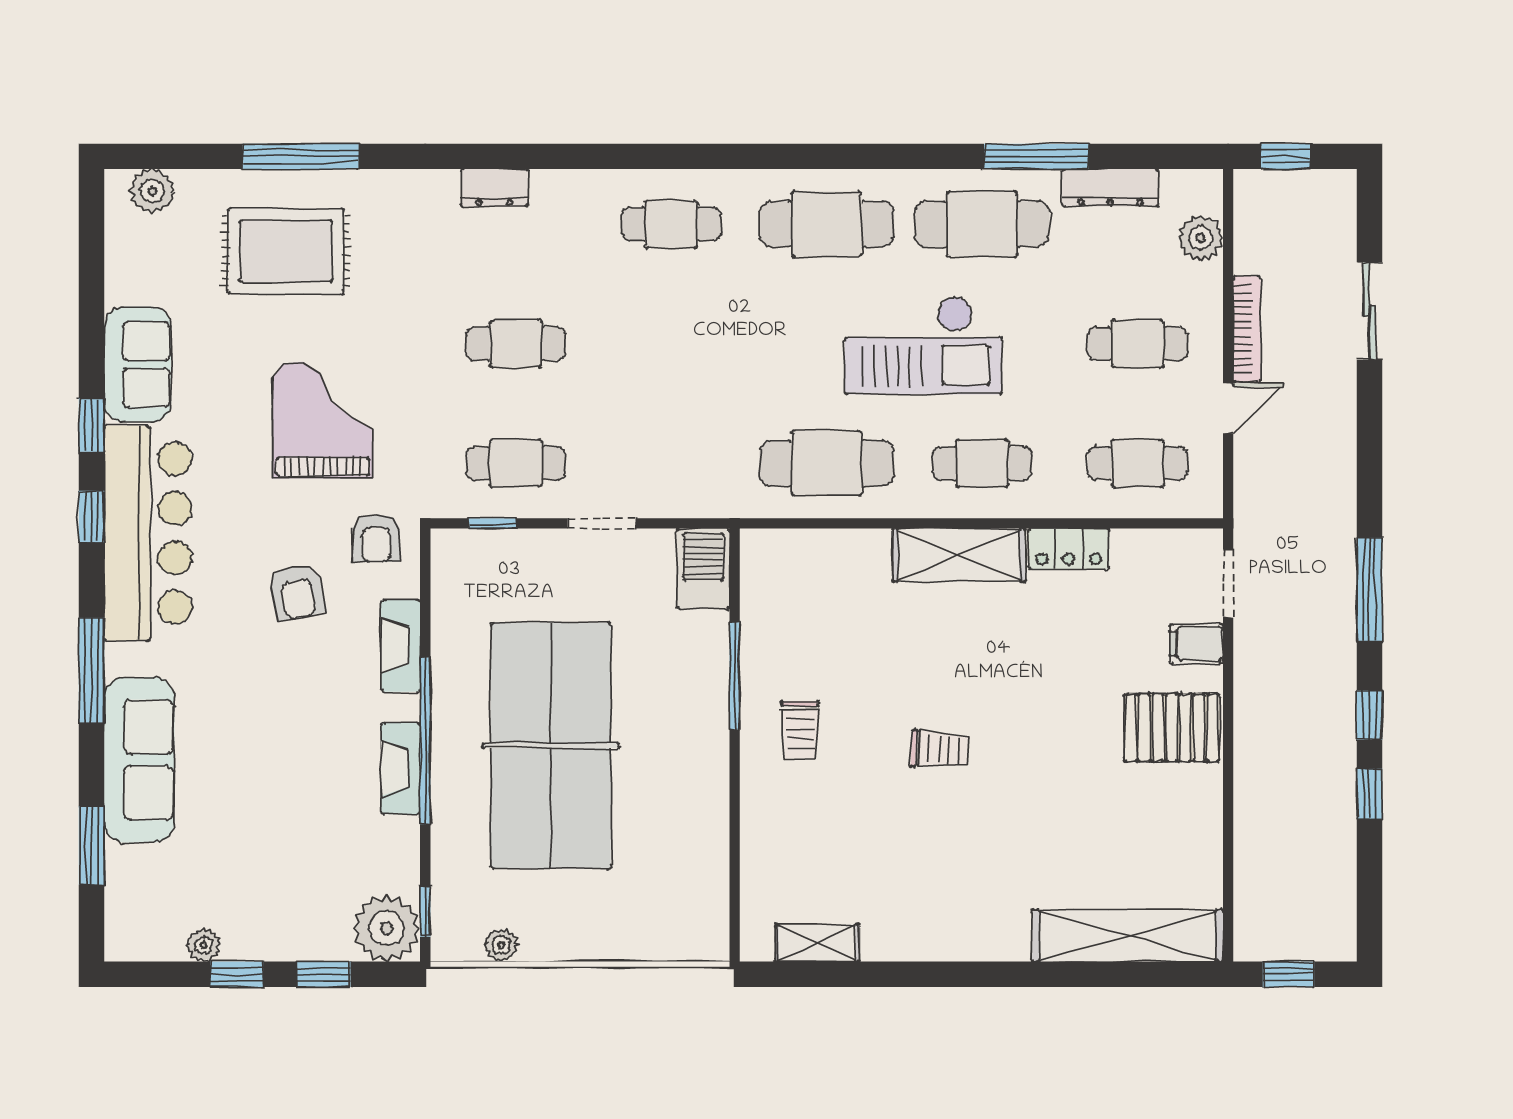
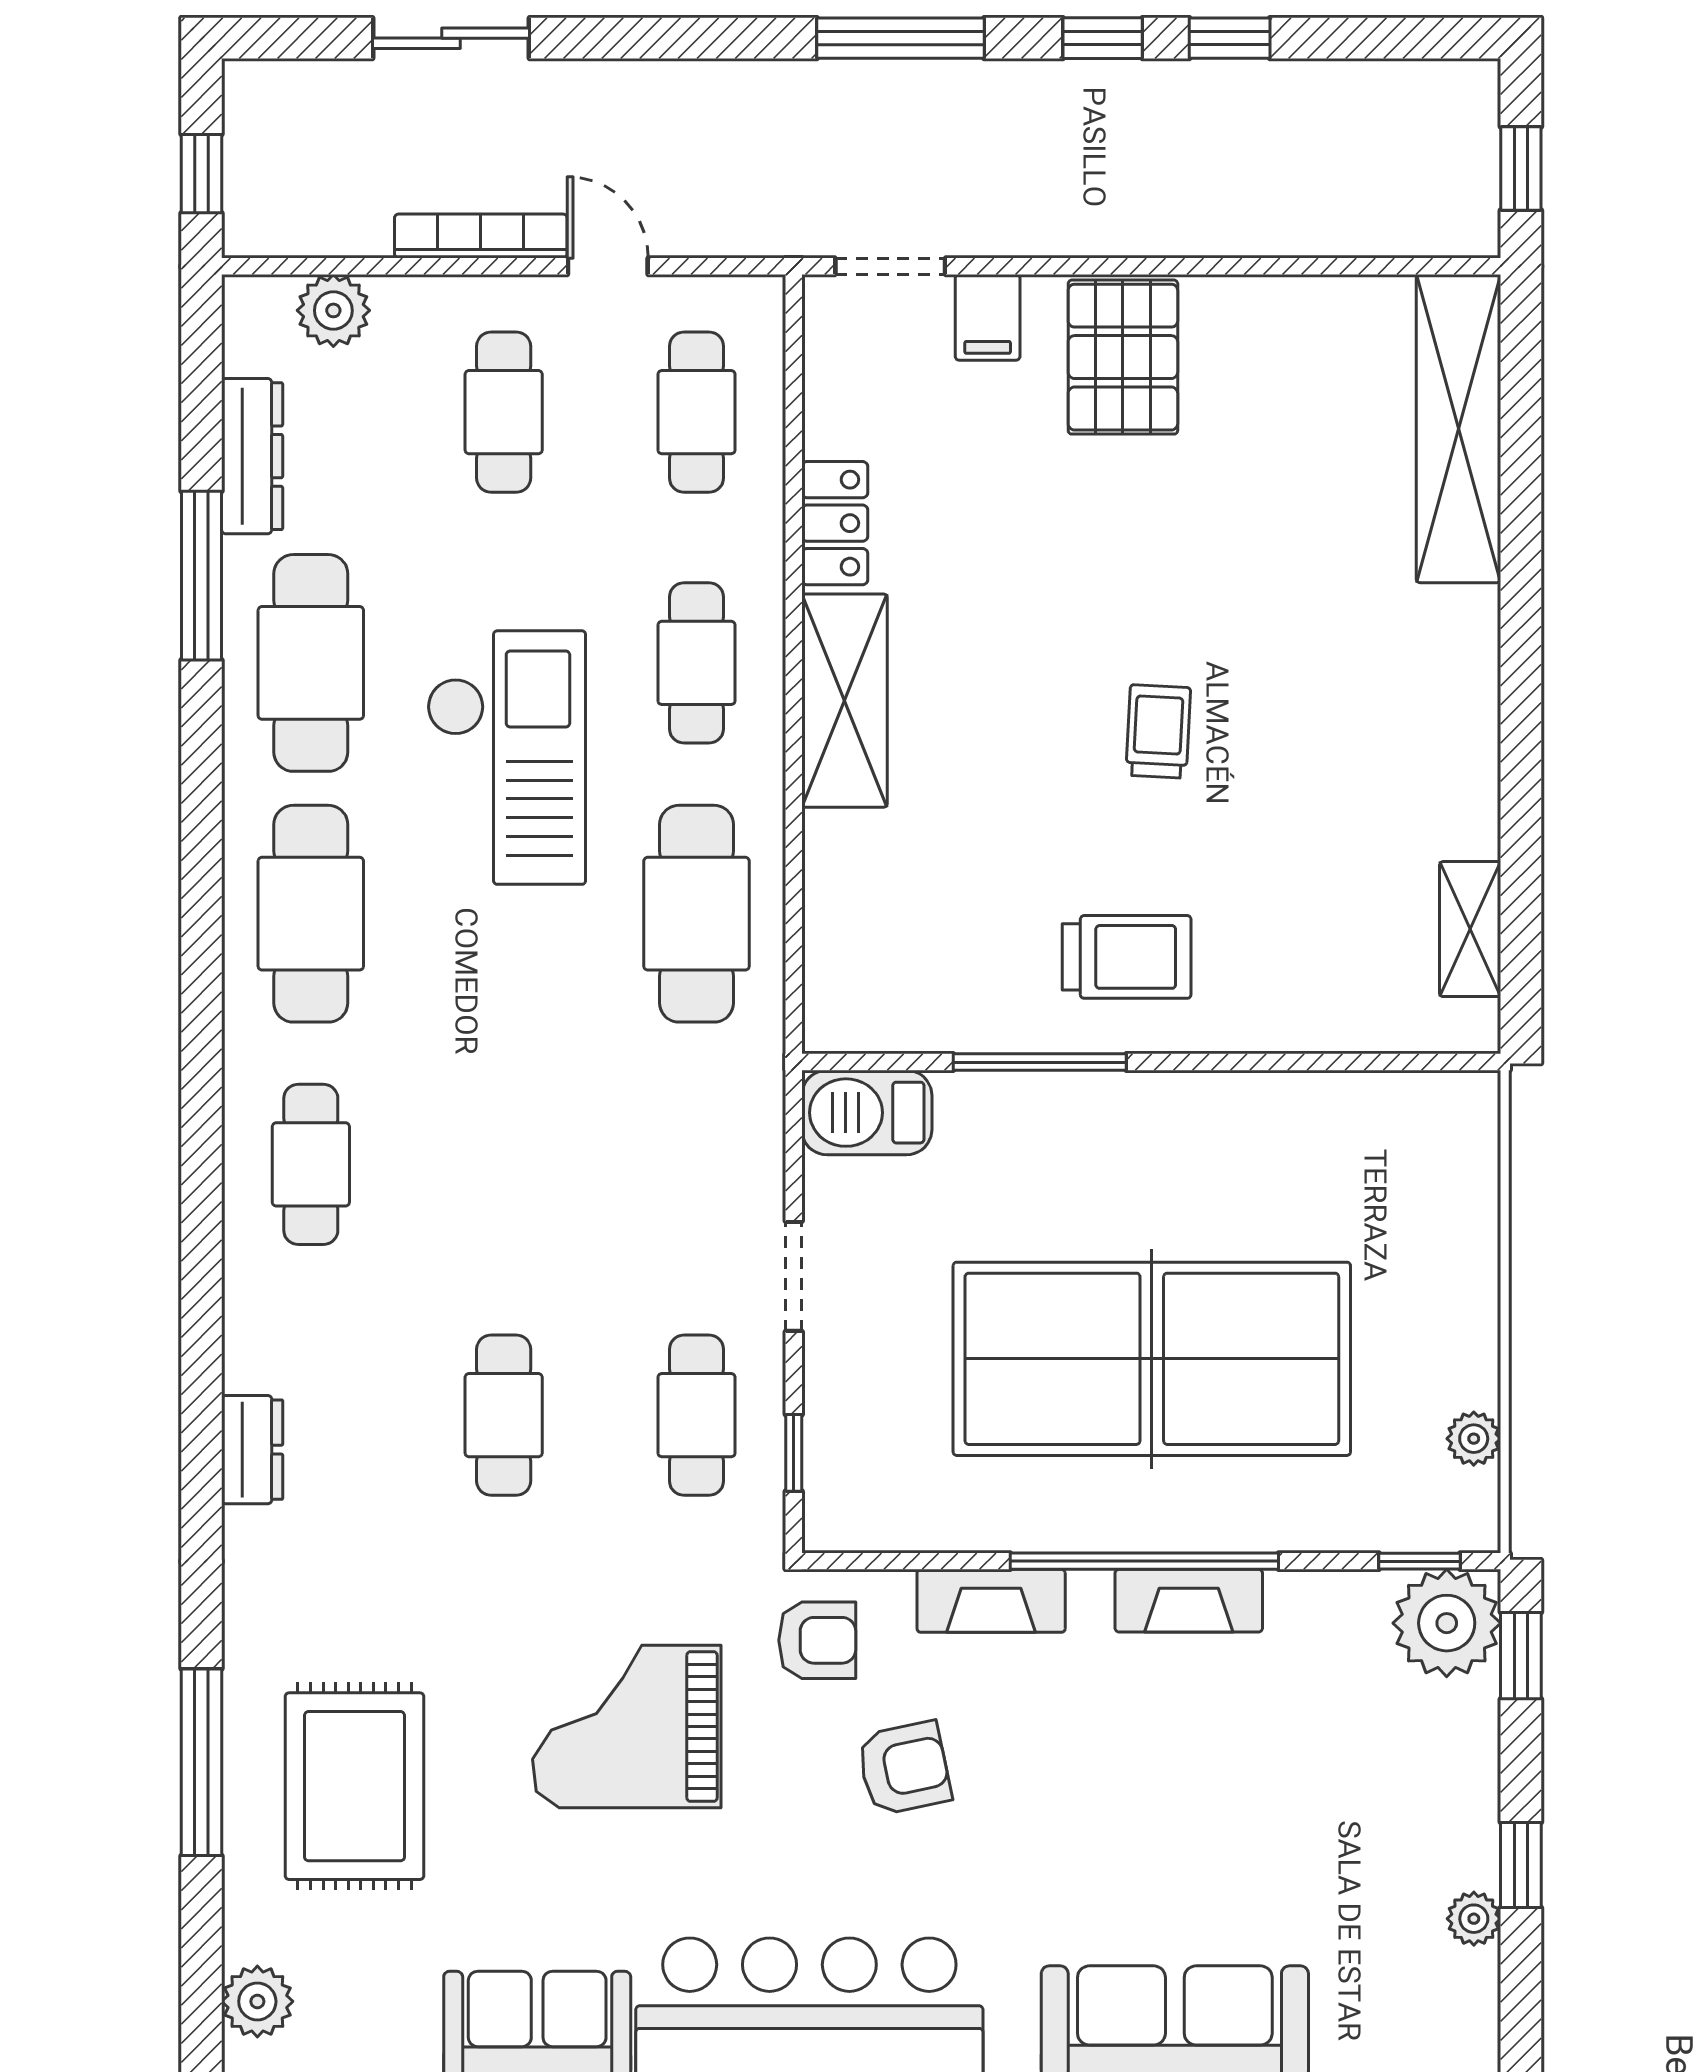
trolley: (800, 730) -> (1127, 957), width x1.36, depth x1.39
window: (324, 974) -> (1521, 1656), moved

